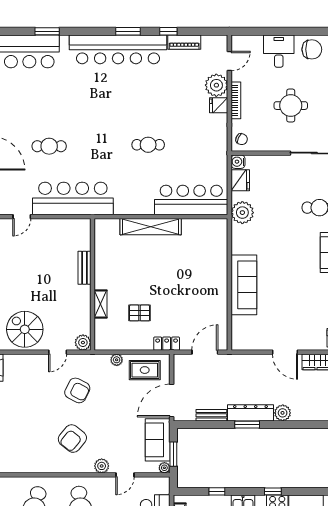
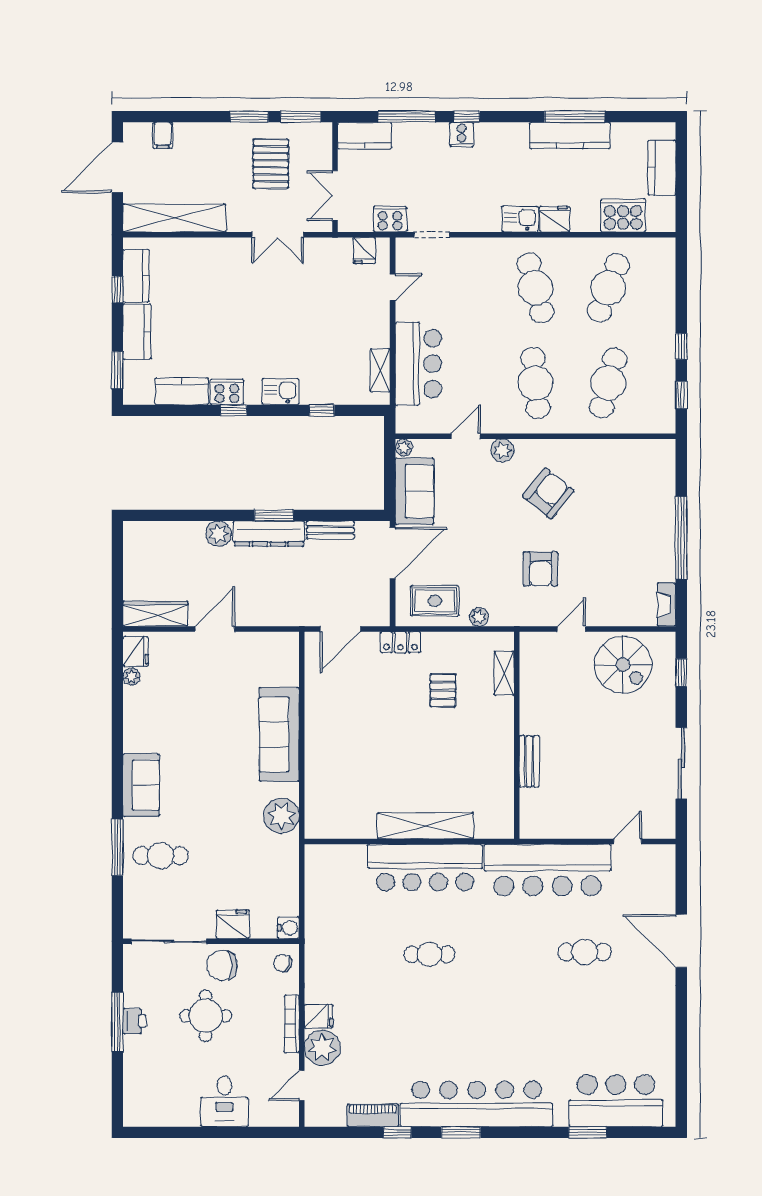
chair: (312, 49) -> (222, 965), moved
fridge: (240, 180) -> (233, 924), moved, turned 90
bar counter: (191, 200) -> (425, 868), moved
plant: (242, 213) -> (282, 816), moved
shelving: (101, 304) -> (504, 673), moved
pallet: (140, 313) -> (443, 690), turned 90
plant: (83, 343) -> (532, 644), removed
door: (285, 352) -> (215, 629), hinge flipped
armchair: (77, 390) -> (541, 569), turned -117
window: (173, 454) -> (390, 469), removed

